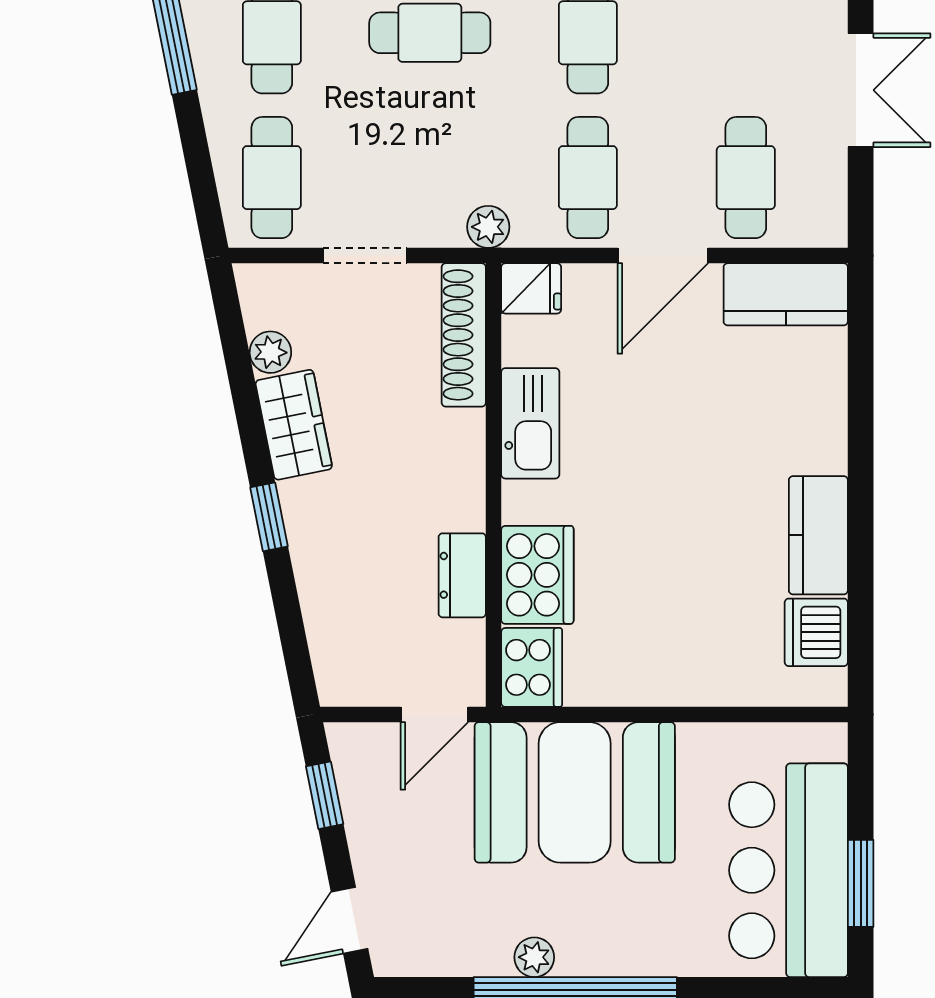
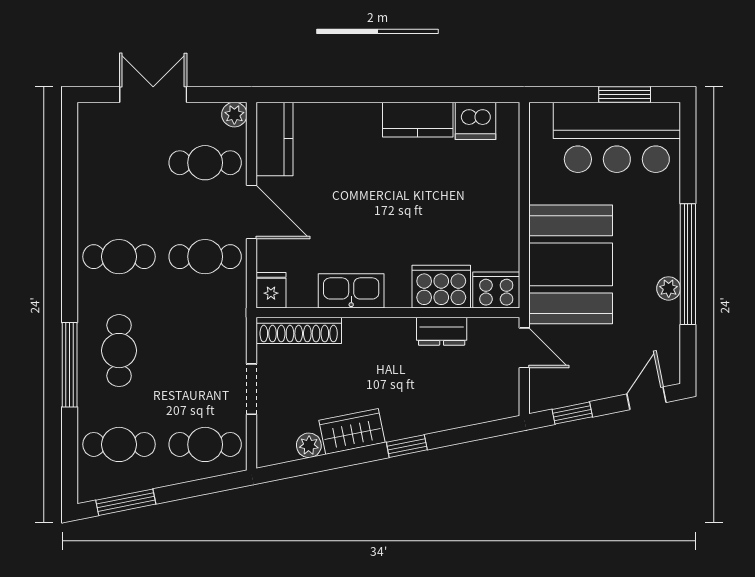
plant: (488, 227) -> (234, 115), moved
door: (350, 920) -> (647, 398), swing flipped

